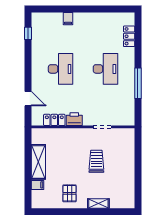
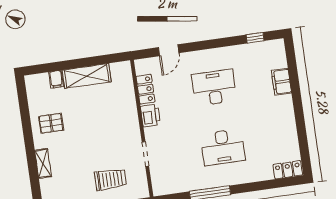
filing cabinet: (68, 19) -> (281, 82), width x2.00
locker: (129, 36) -> (288, 170), moved
desk: (61, 69) -> (214, 88), turned 180
trolley: (96, 161) -> (110, 179), moved

